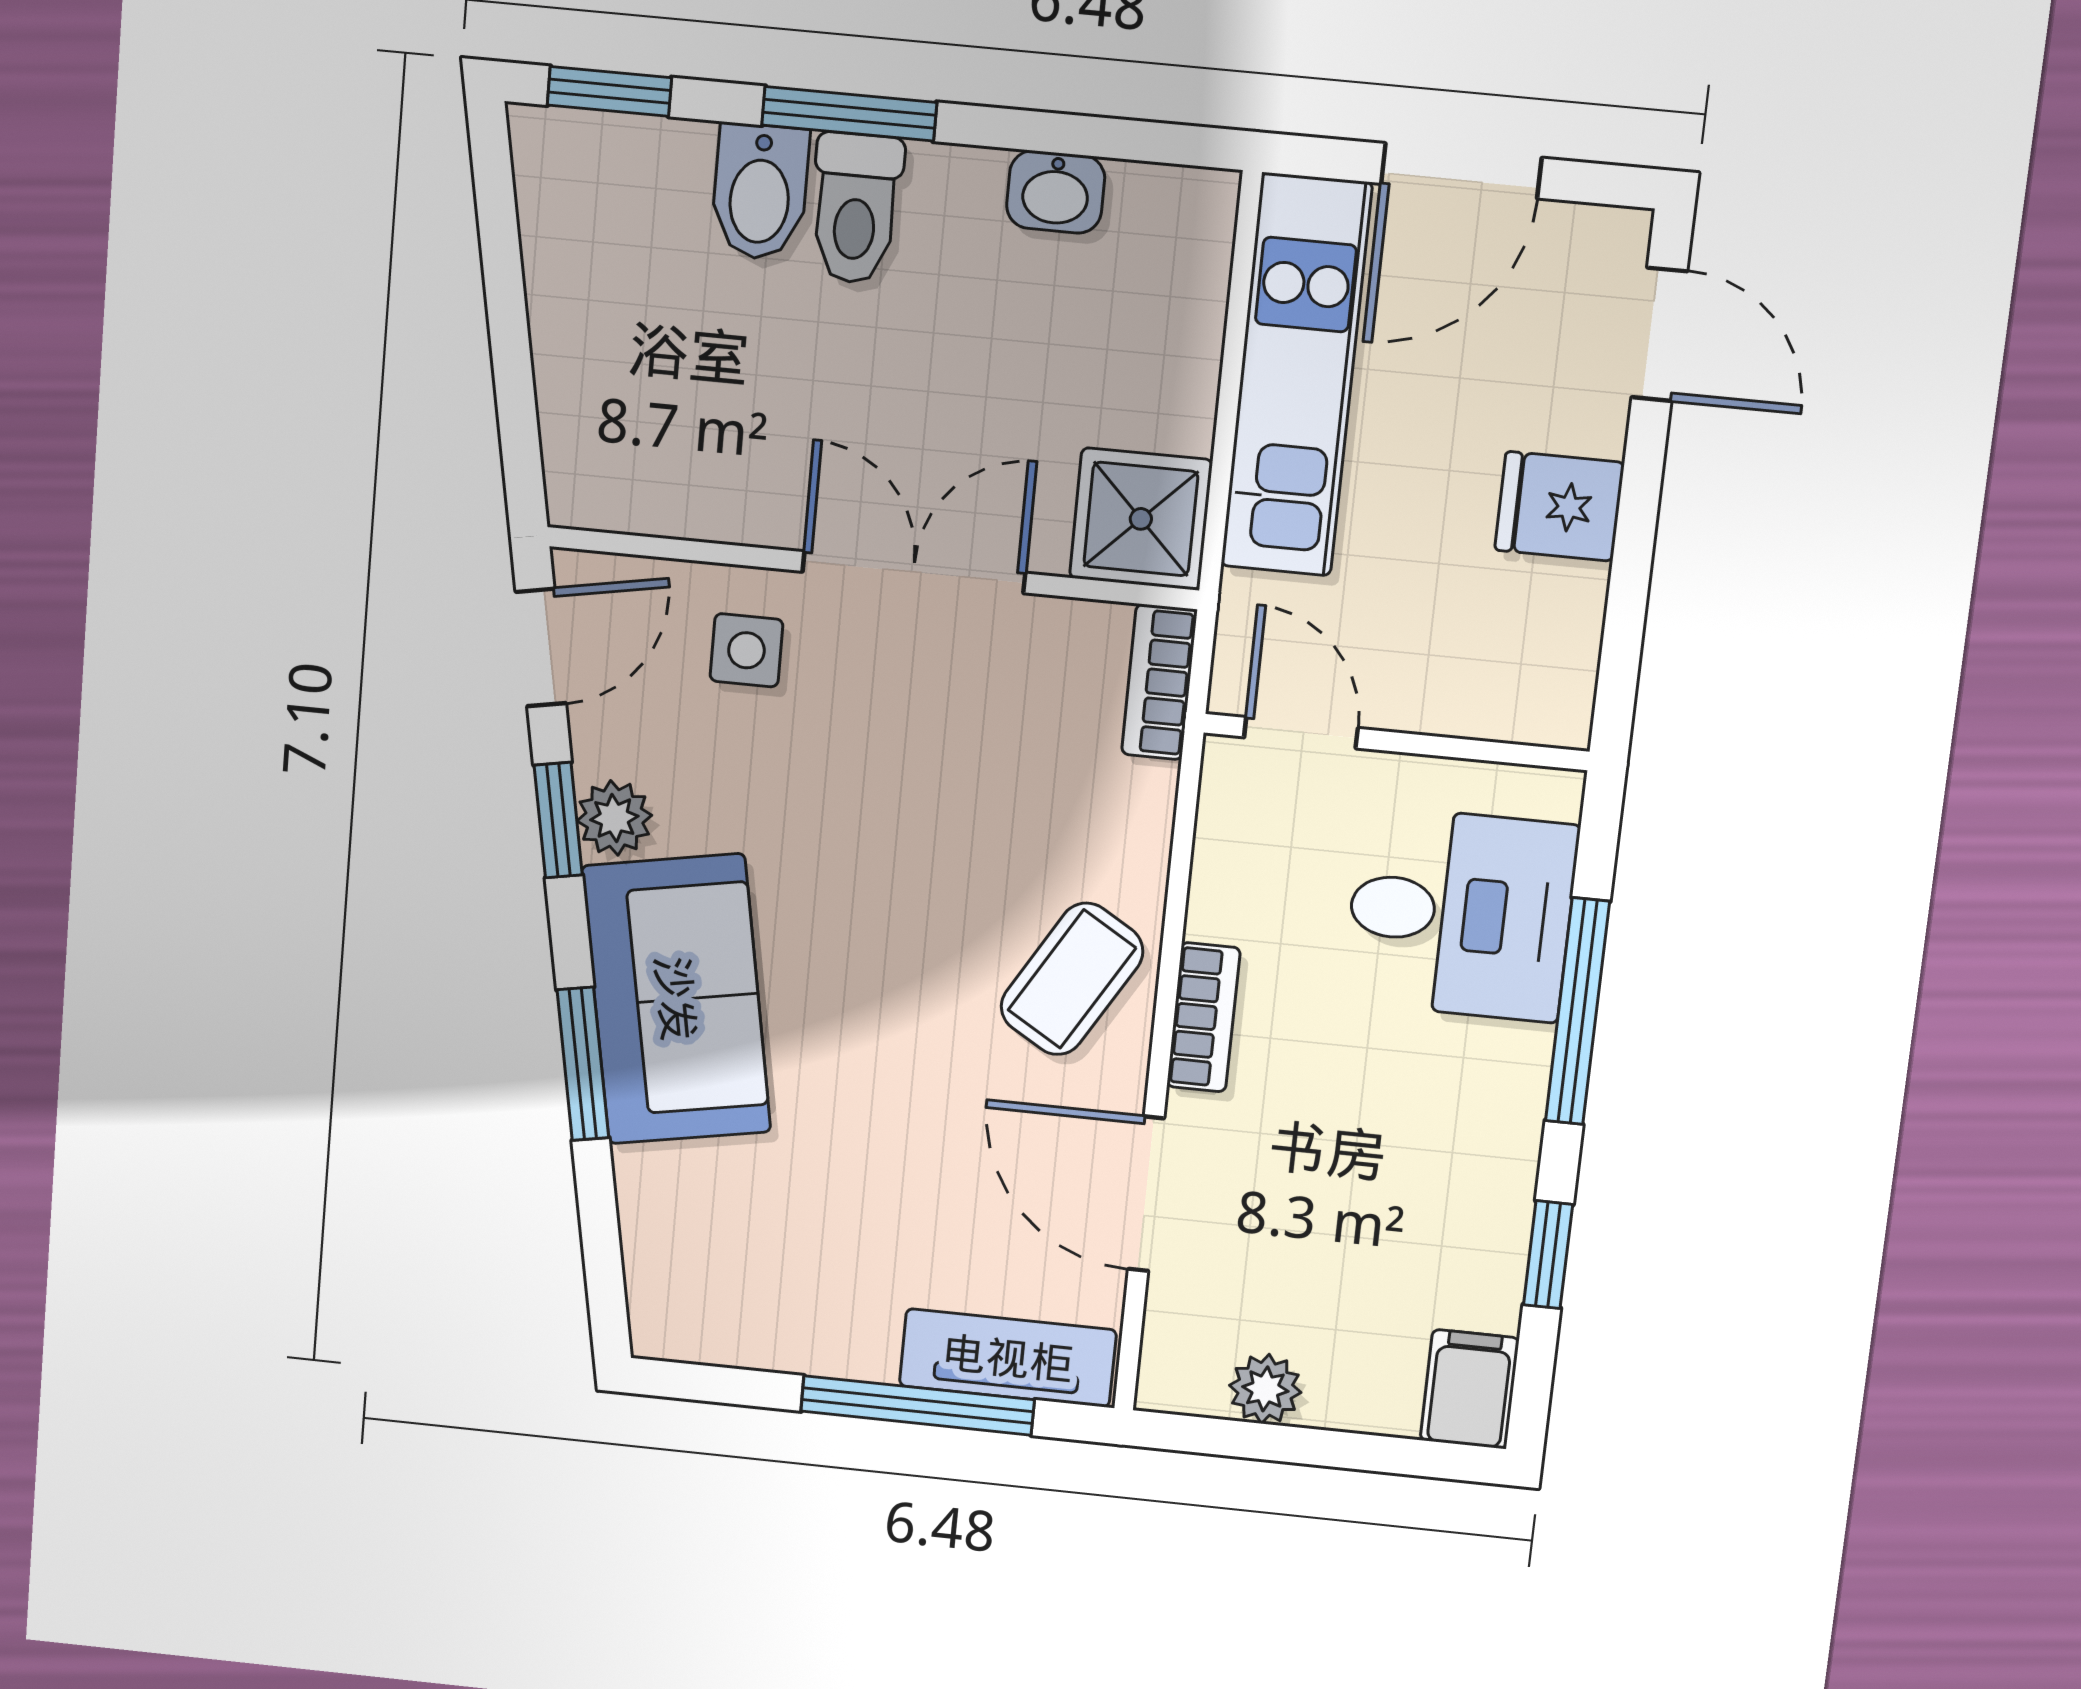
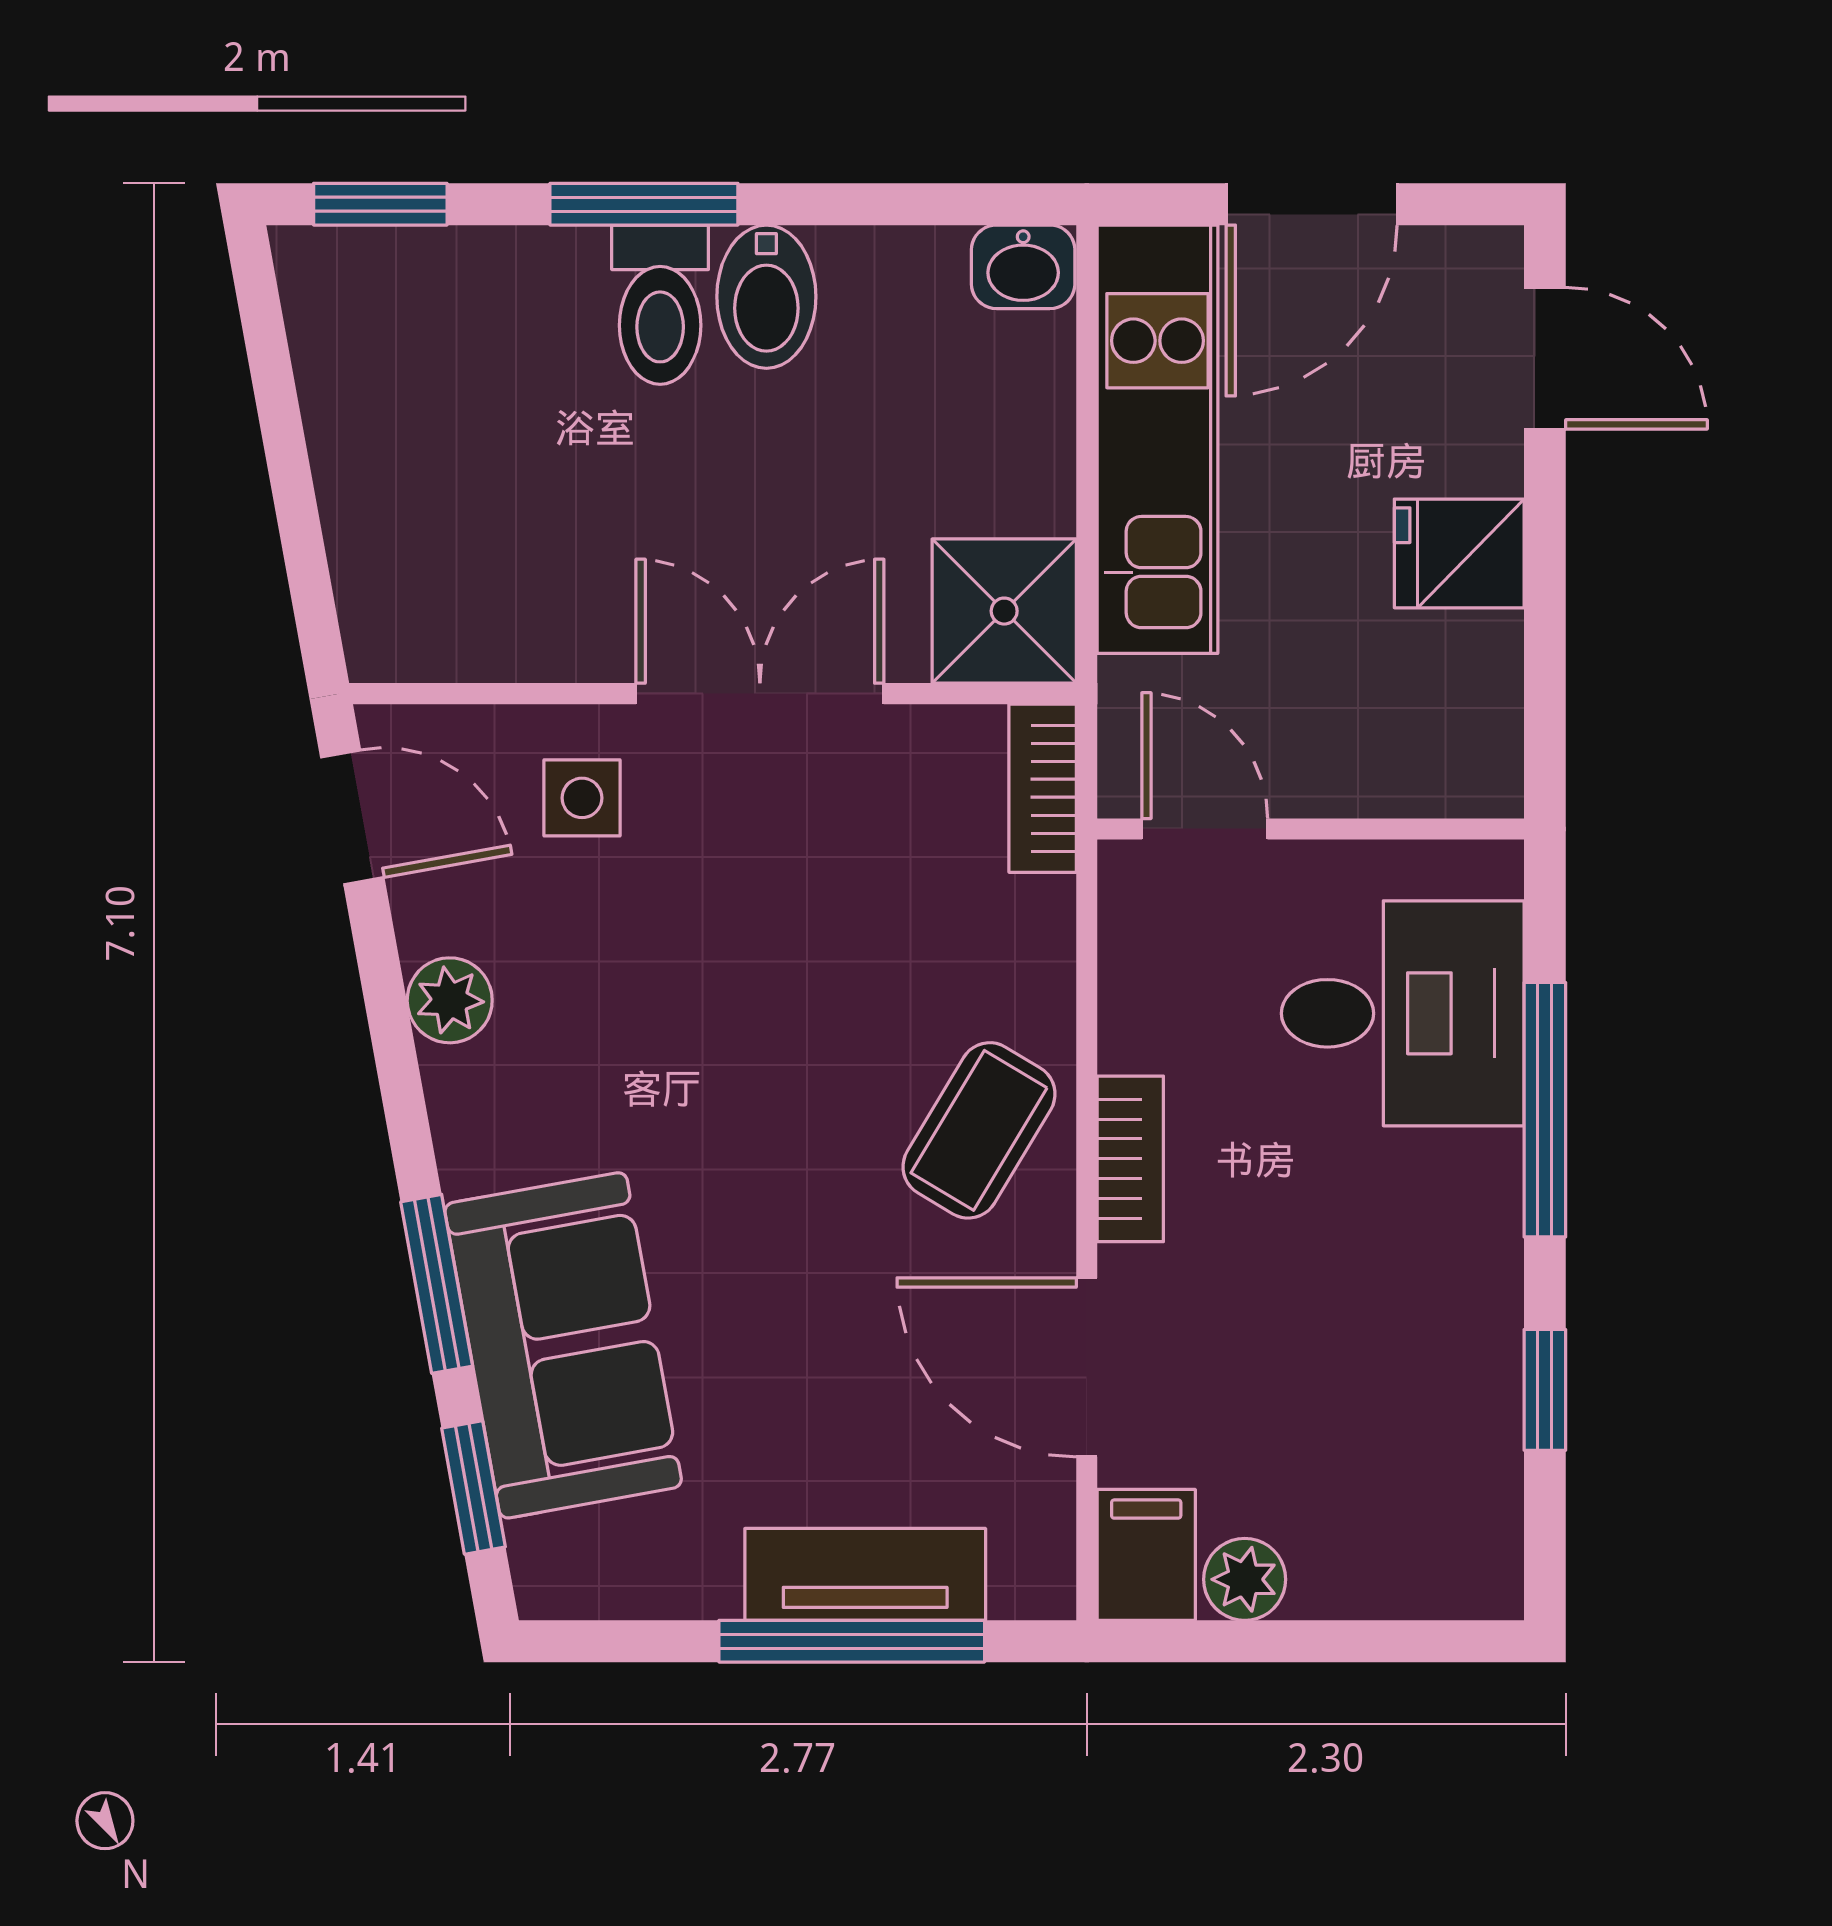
bidet: (760, 192) -> (766, 297), moved
washbasin: (1056, 192) -> (1023, 267), moved
door: (541, 648) -> (352, 817), hinge flipped
window: (558, 820) -> (474, 1487), moved
sofa: (676, 999) -> (563, 1345), moved
tv unit: (1008, 1358) -> (865, 1574), moved
filing cabinet: (1470, 1389) -> (1146, 1555), moved

